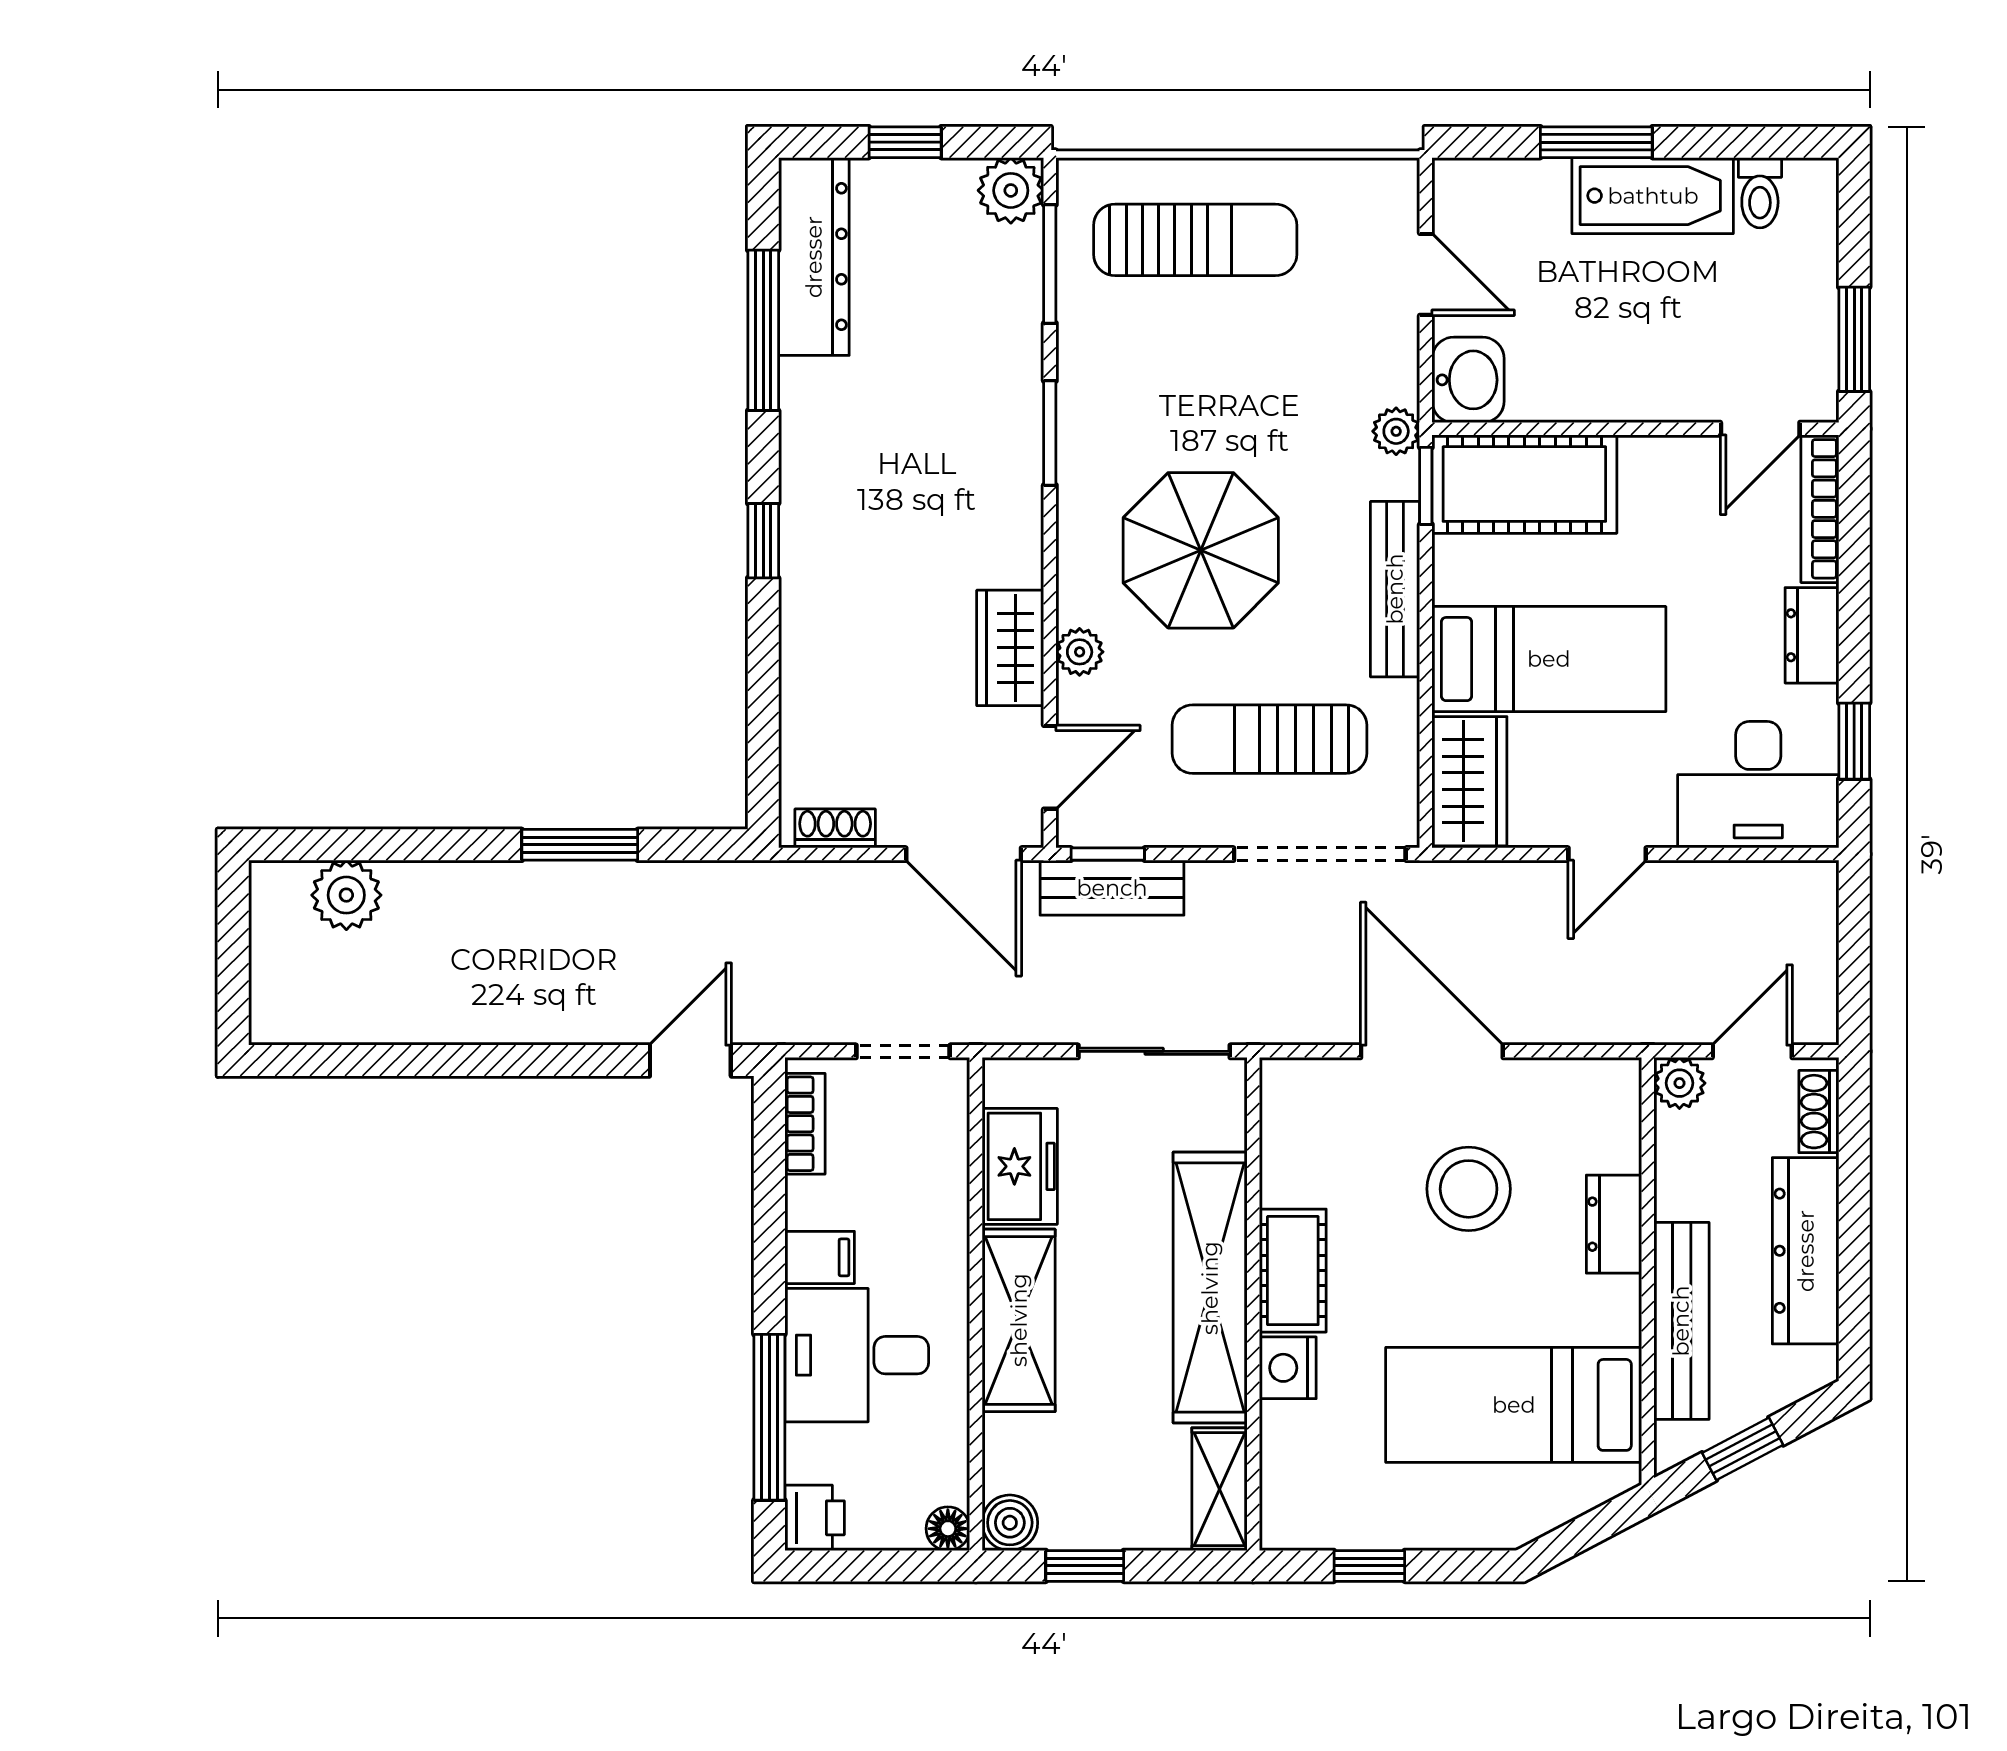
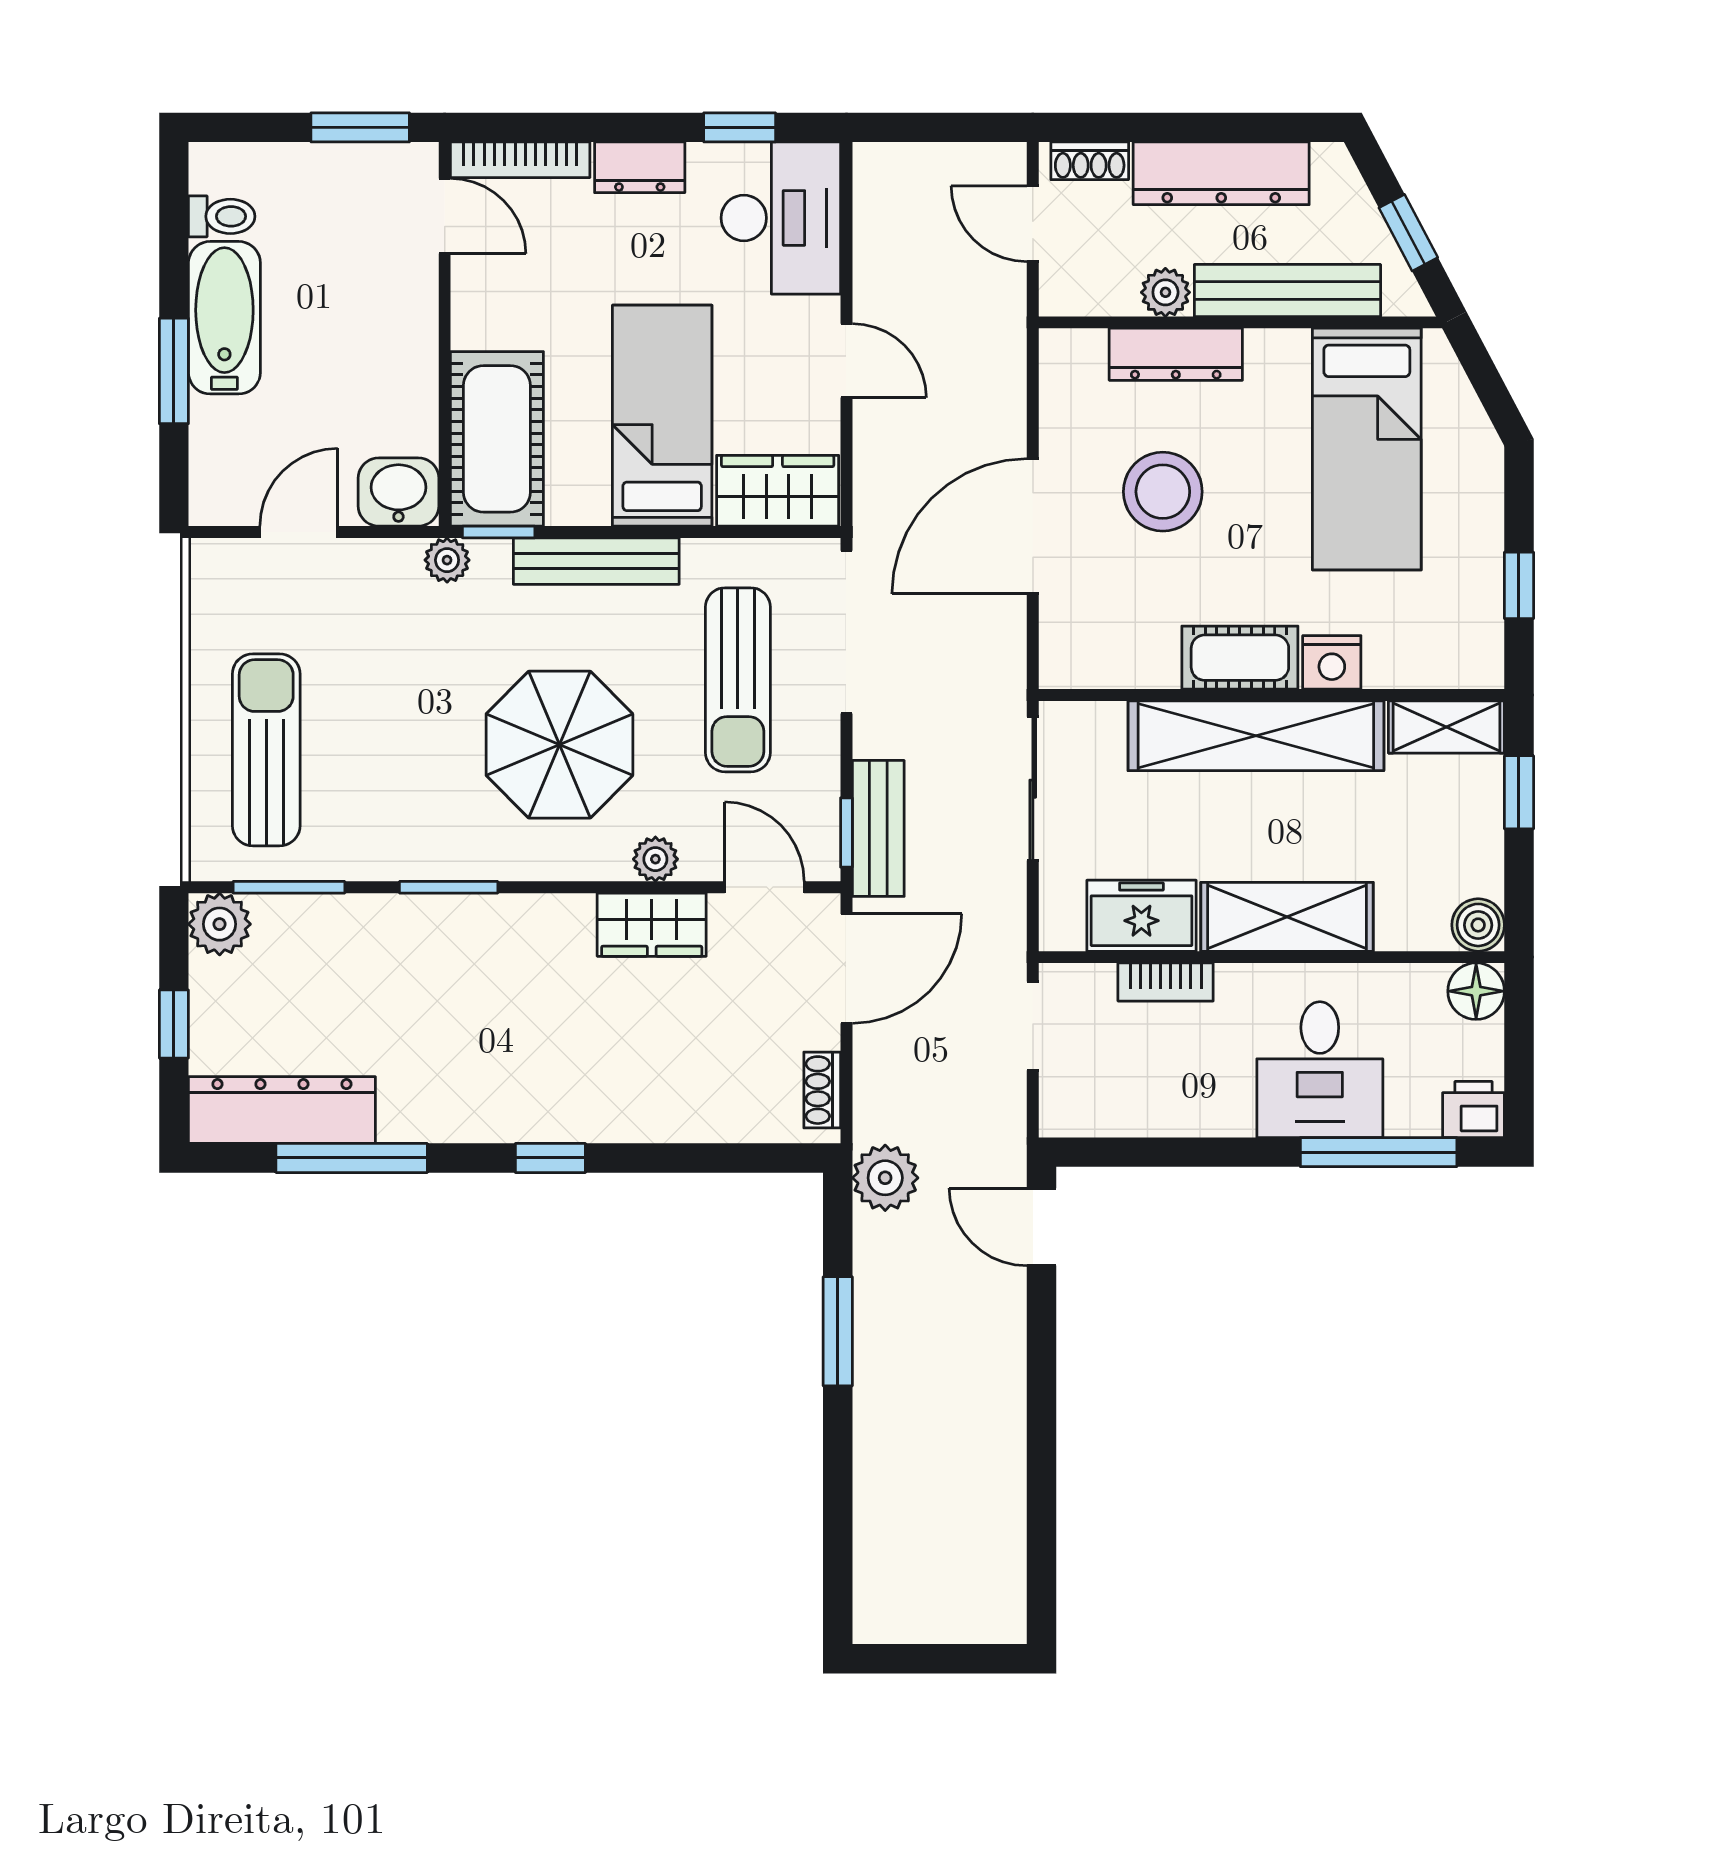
plant: (346, 895) -> (885, 1178), moved
plant: (1679, 1083) -> (1165, 292), moved
bookcase: (805, 1124) -> (1166, 982), moved, turned 180
dresser: (1614, 1224) -> (1176, 354), width x1.44
filing cabinet: (820, 1257) -> (1227, 1105), removed
floor lamp: (948, 1529) -> (1476, 991), width x1.37, depth x1.37
window: (1085, 1566) -> (1519, 792), moved

